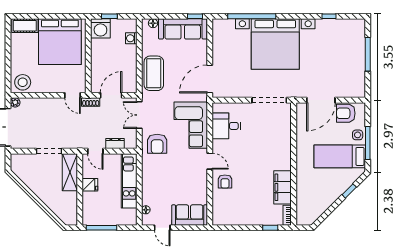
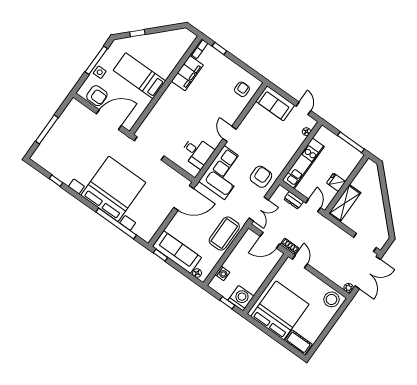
doorway: (49, 151) -> (365, 242), moved
bed: (340, 156) -> (139, 76), moved, turned 180
armchair: (225, 181) -> (242, 89), moved

